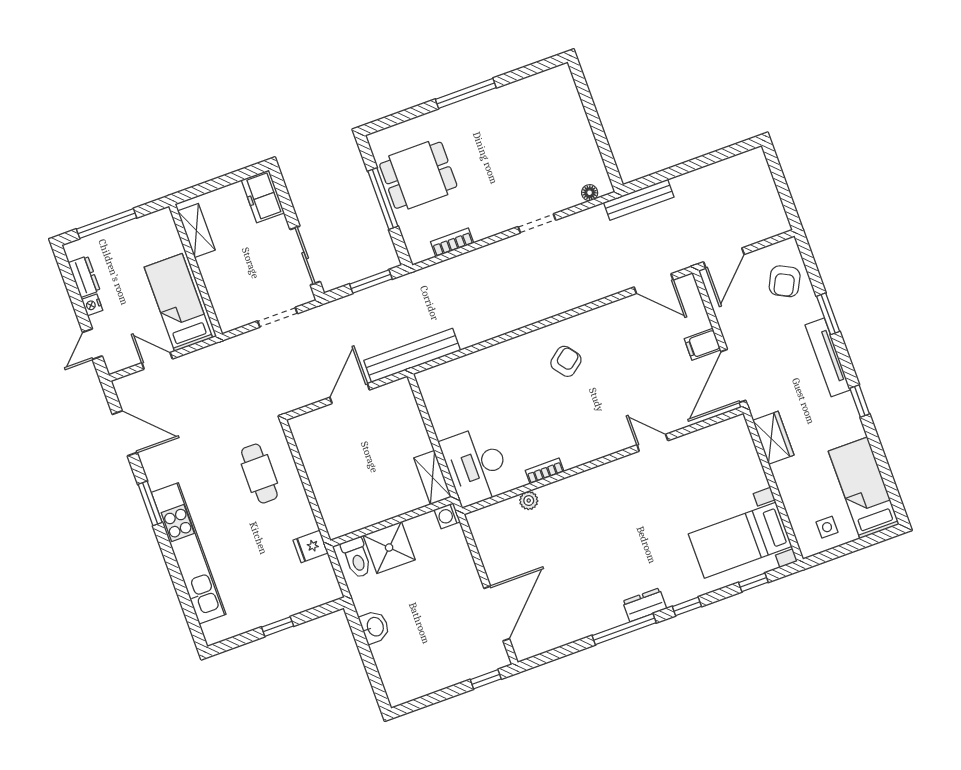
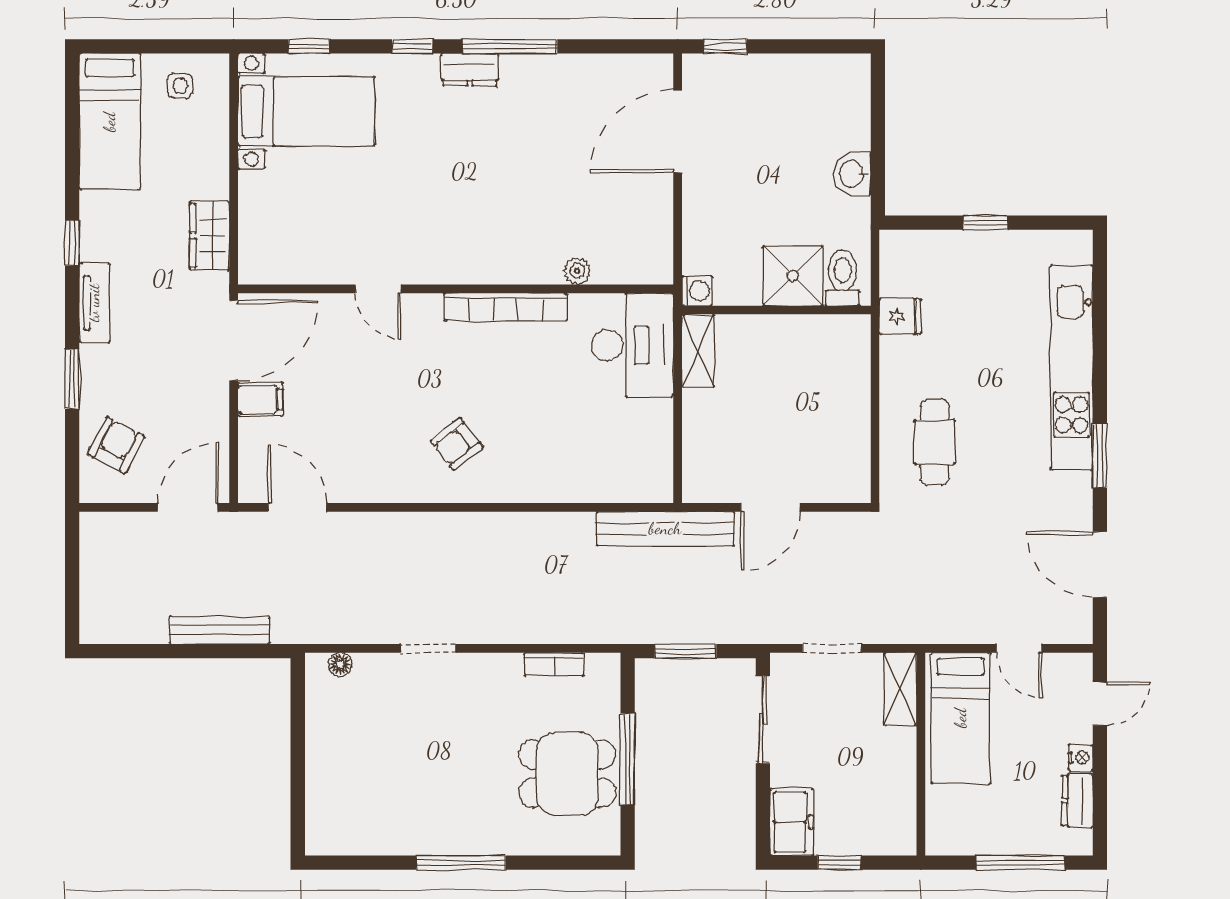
window: (223, 181) -> (839, 863), added
bench: (639, 200) -> (219, 630), moved
shelving: (196, 230) -> (900, 689), moved
tv unit: (828, 357) -> (94, 303), width x0.71
bookcase: (545, 471) -> (506, 307), width x2.31, depth x1.31

